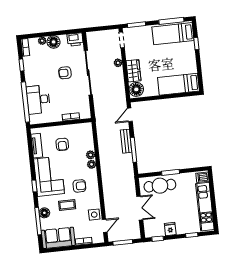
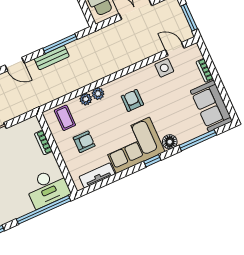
desk: (38, 100) -> (48, 188), moved
coffee table: (67, 205) -> (65, 118), moved
floor lamp: (44, 213) -> (170, 142), moved

